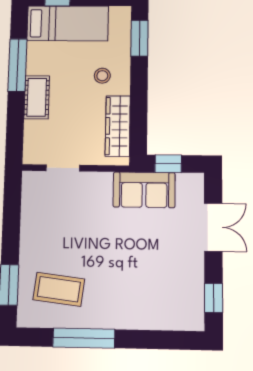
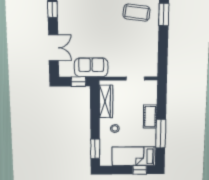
double door: (213, 227) -> (53, 48), swing flipped

